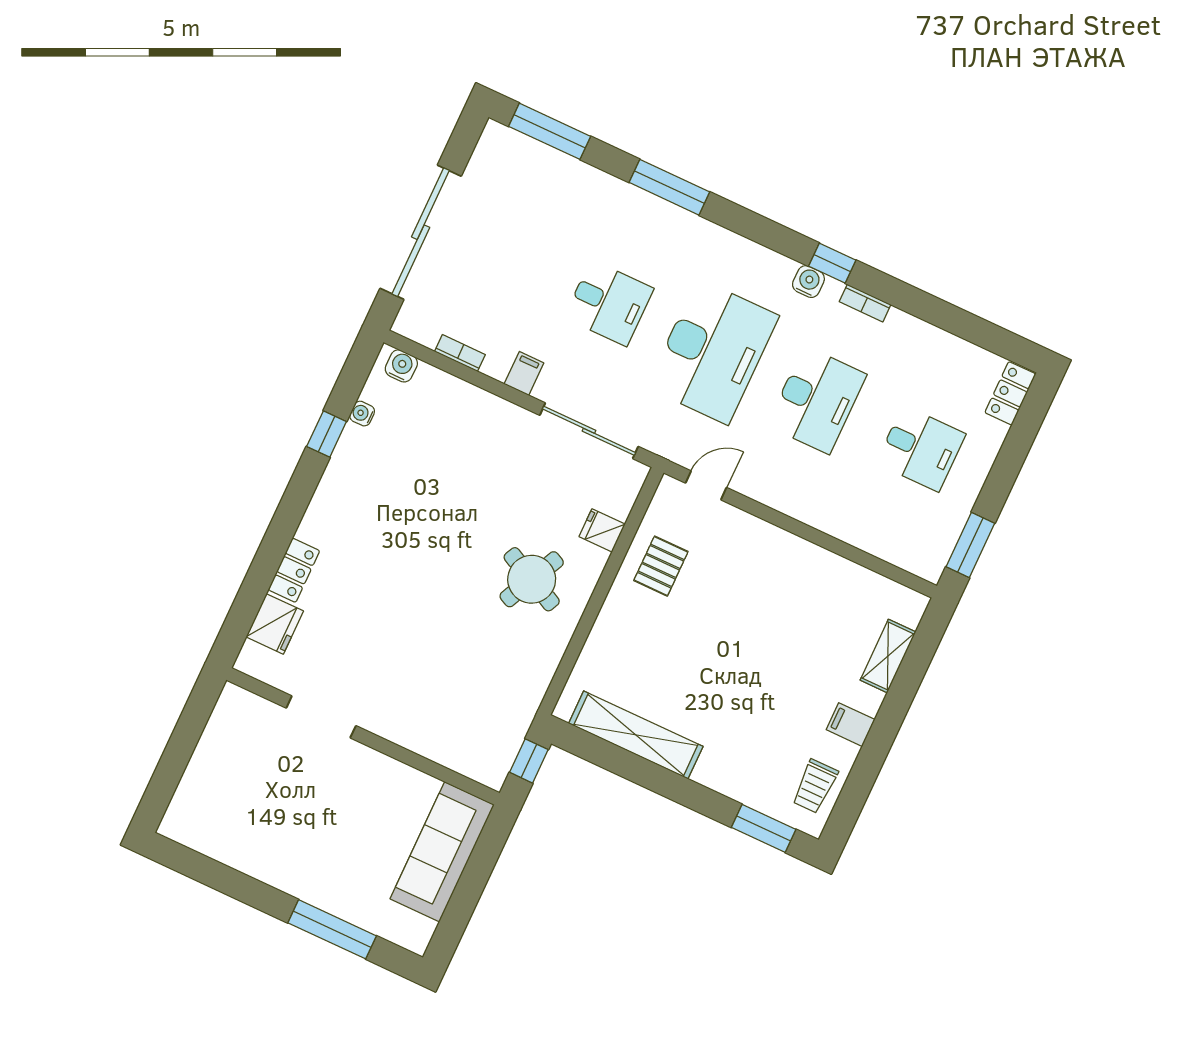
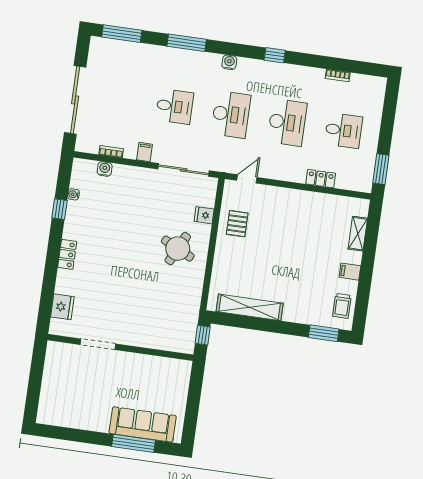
water cooler: (808, 282) -> (229, 62), moved
bookcase: (865, 303) -> (338, 75), moved
desk: (713, 351) -> (231, 114), width x0.73, depth x0.77
water cooler: (401, 366) -> (105, 169), moved
locker: (1010, 393) -> (321, 179), moved, turned 90
locker: (294, 570) -> (67, 254), moved
sofa: (442, 852) -> (143, 424), moved, turned 90

